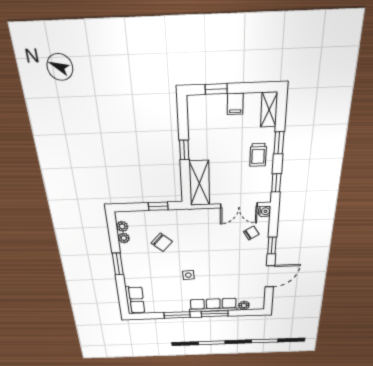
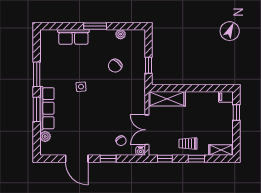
filing cabinet: (235, 104) -> (226, 97), moved
window: (184, 150) -> (194, 88), removed
plant: (122, 226) -> (131, 34), removed
row of seats: (135, 300) -> (73, 37), moved

